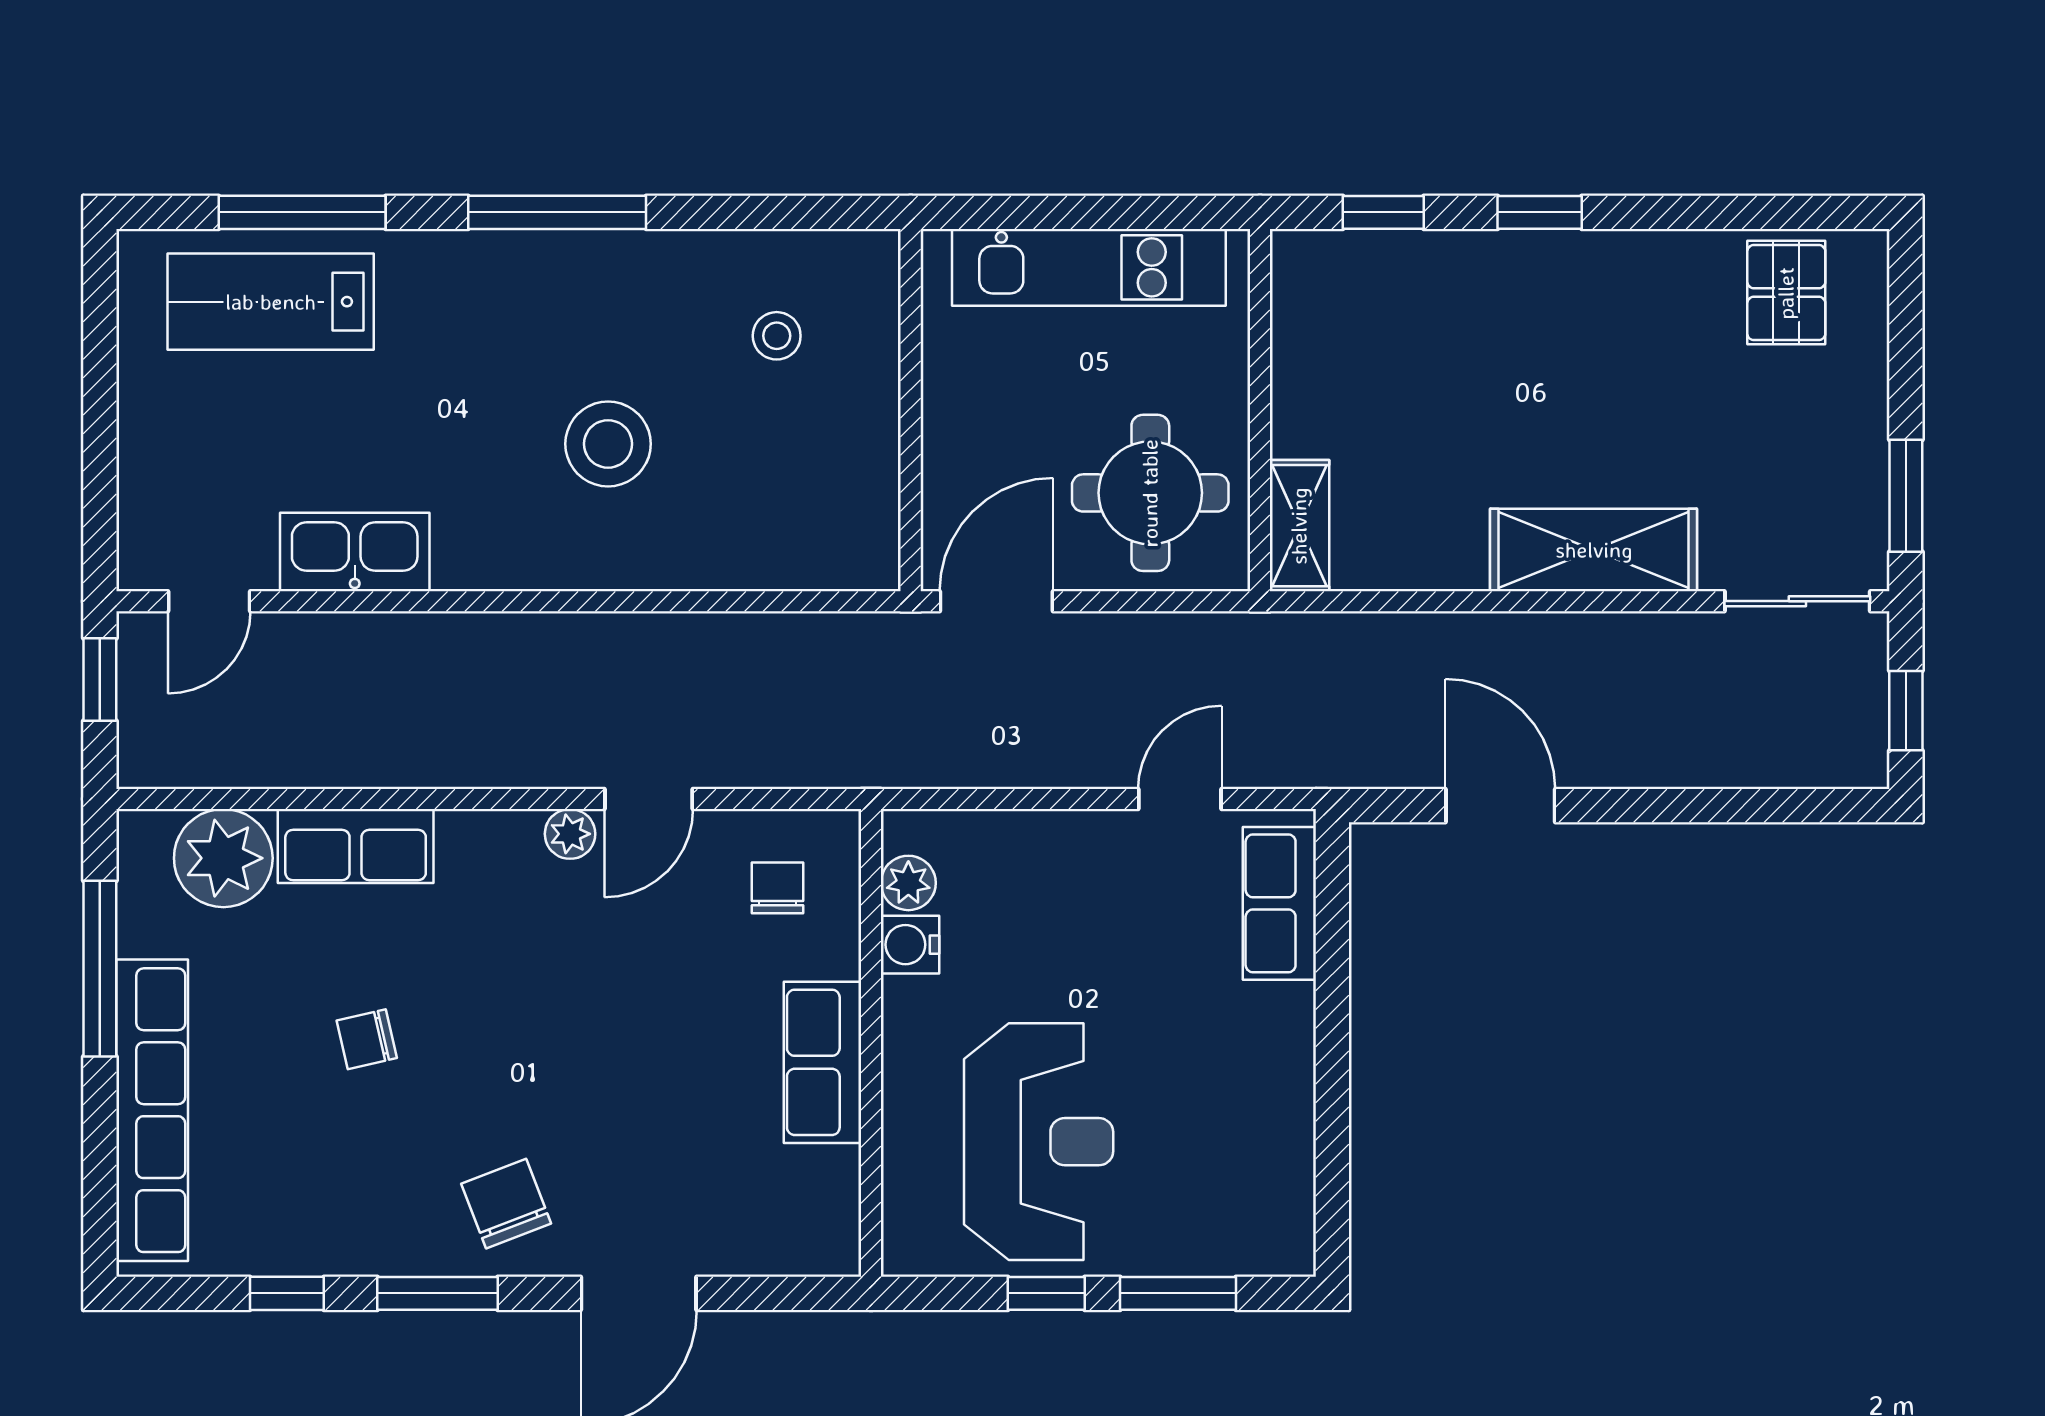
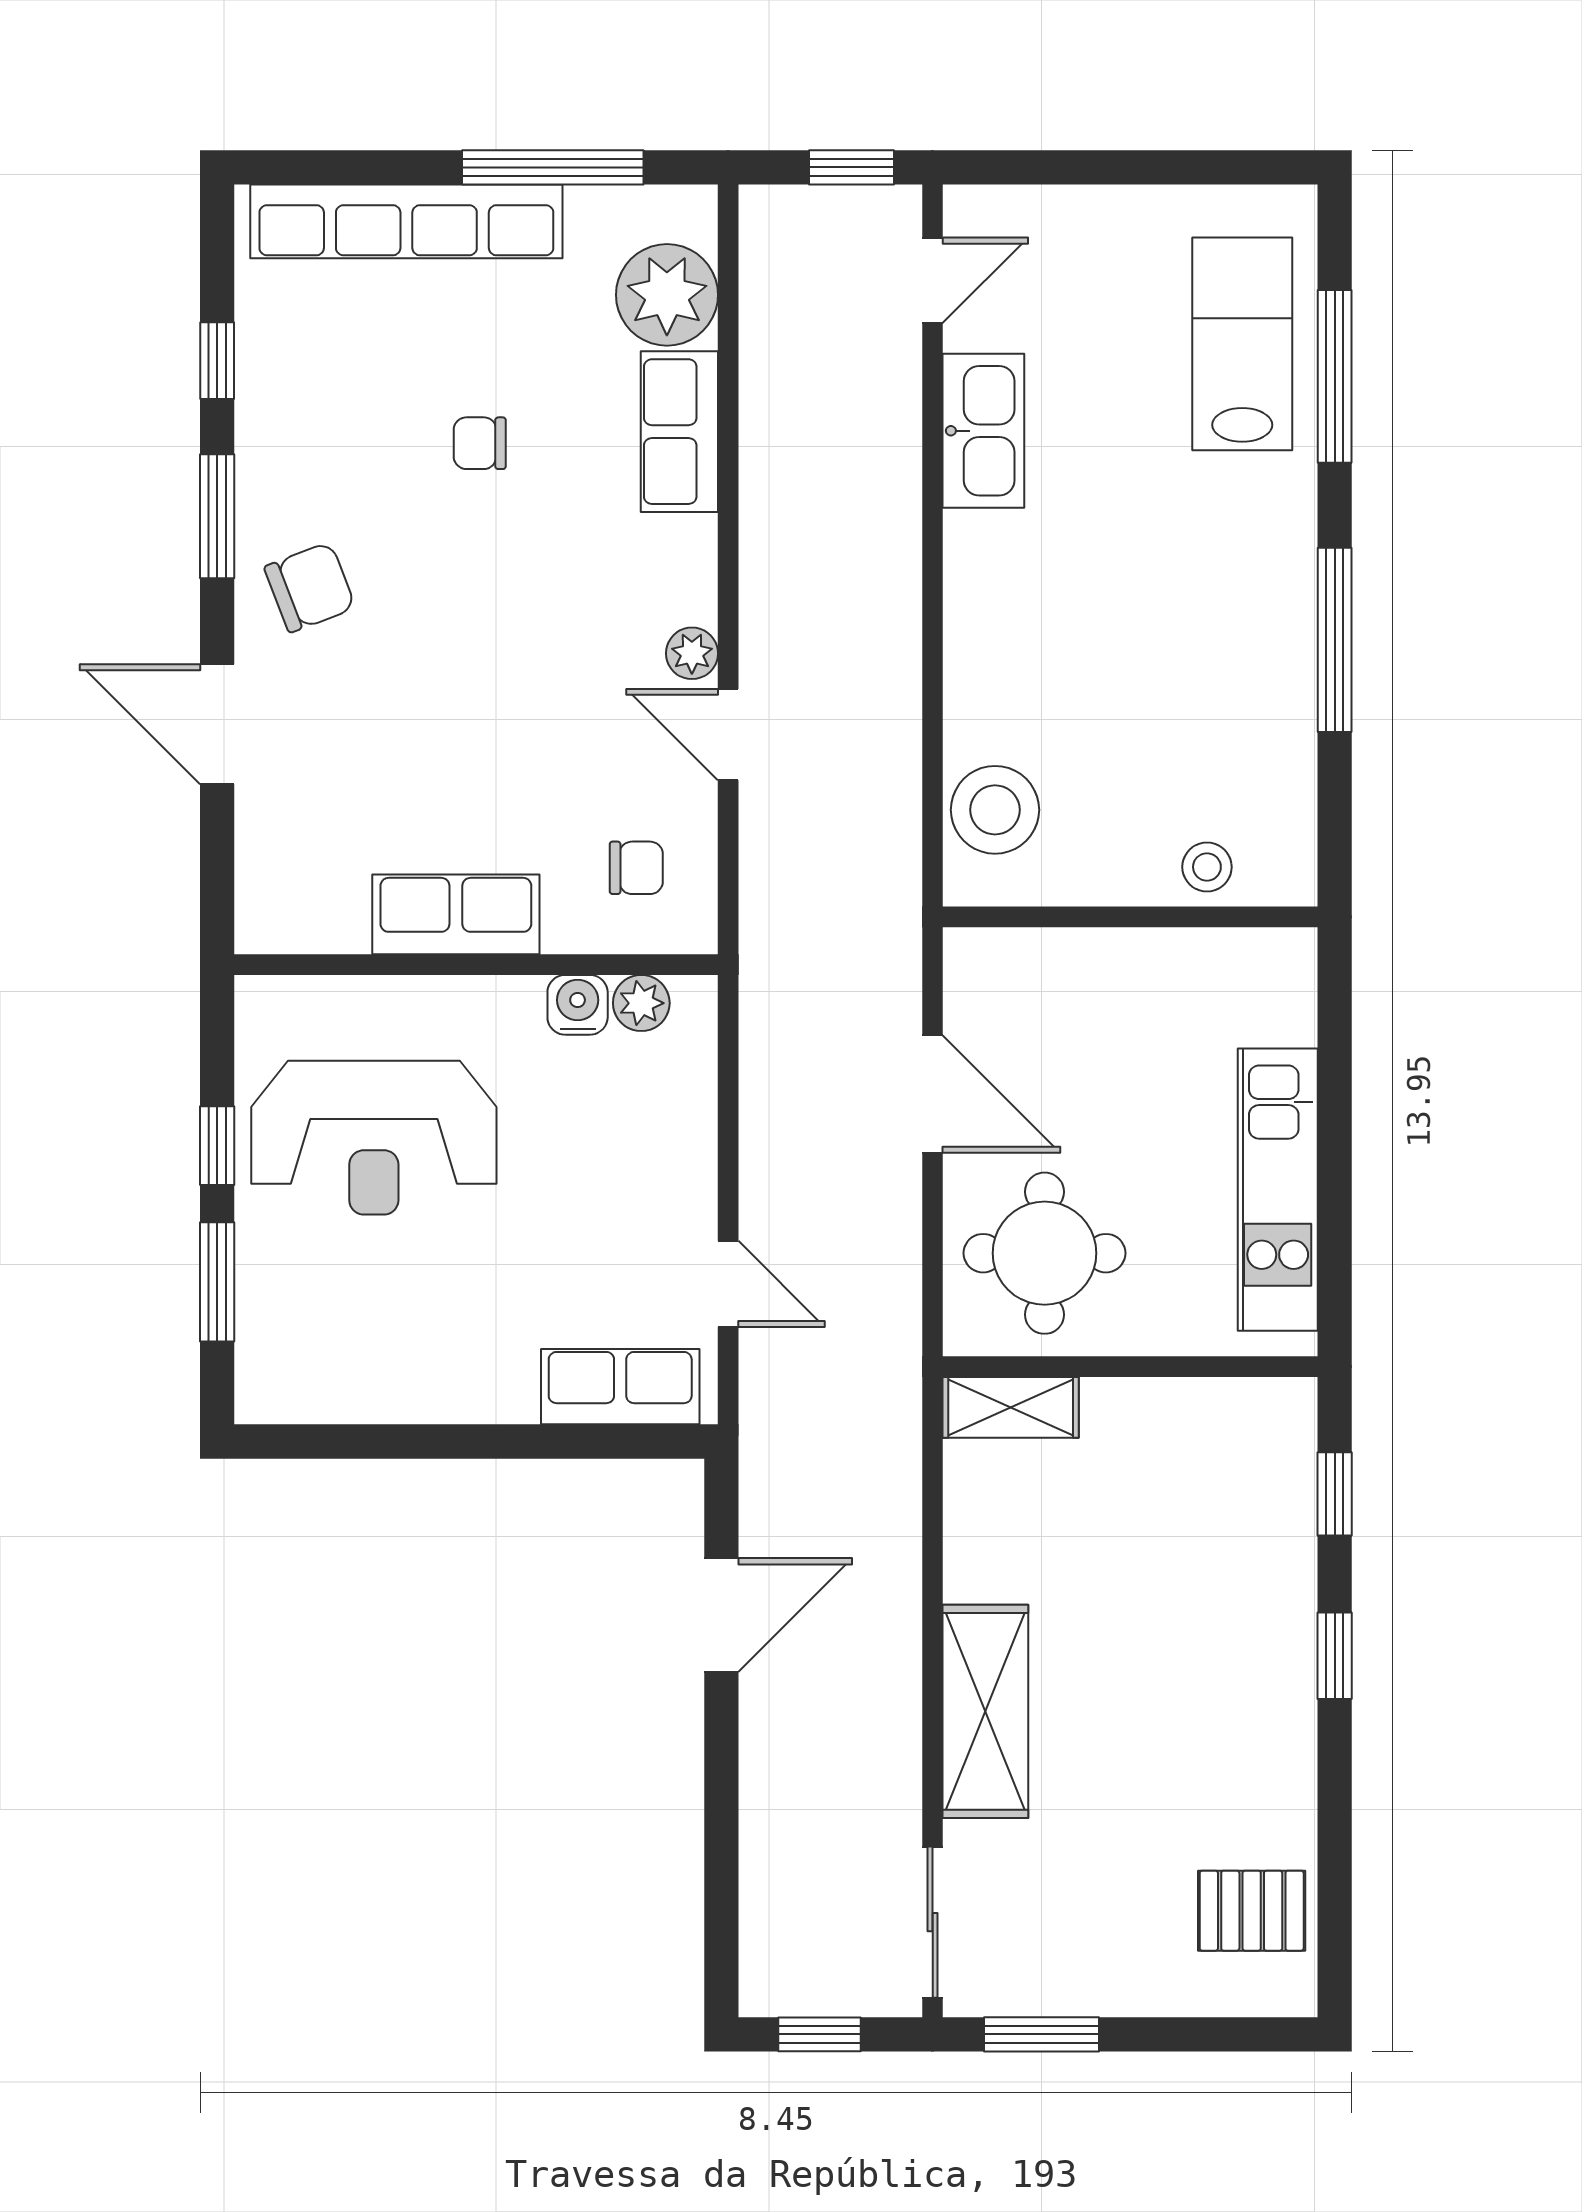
wall: (911, 410) -> (1130, 917), moved
stool: (608, 444) -> (995, 810), moved
door: (209, 601) -> (933, 280), swing flipped
chair: (367, 1039) -> (480, 443), turned -77

